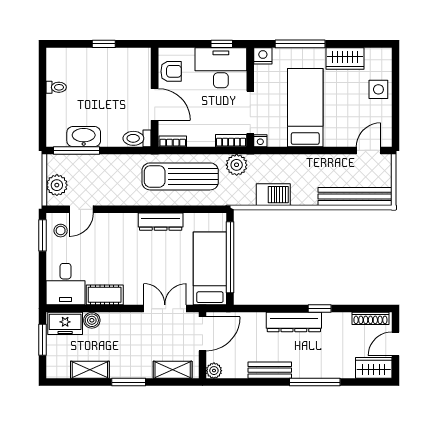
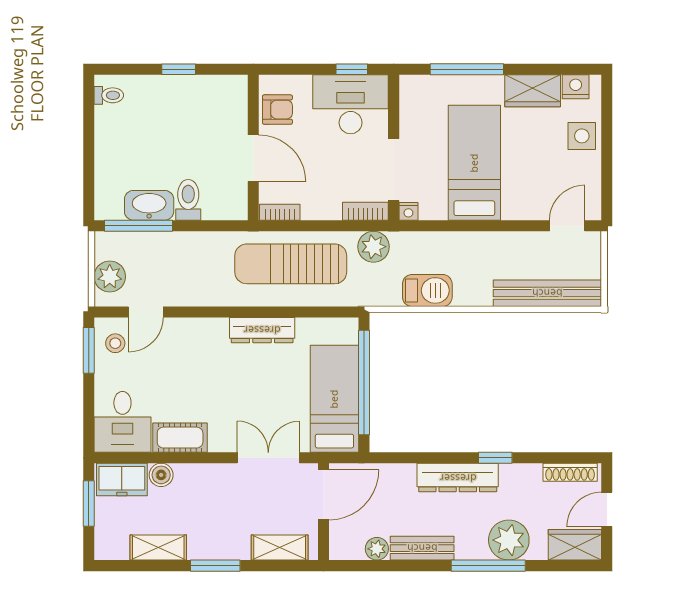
nightstand: (263, 56) -> (576, 87), moved
toilet: (56, 87) -> (109, 95), moved
toilet: (137, 138) -> (188, 200), moved, turned 90
plant: (329, 365) -> (509, 540), added
plant: (214, 371) -> (377, 549), moved

